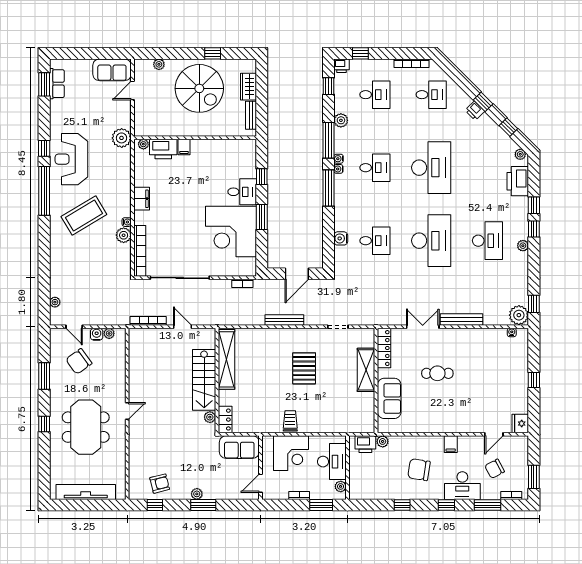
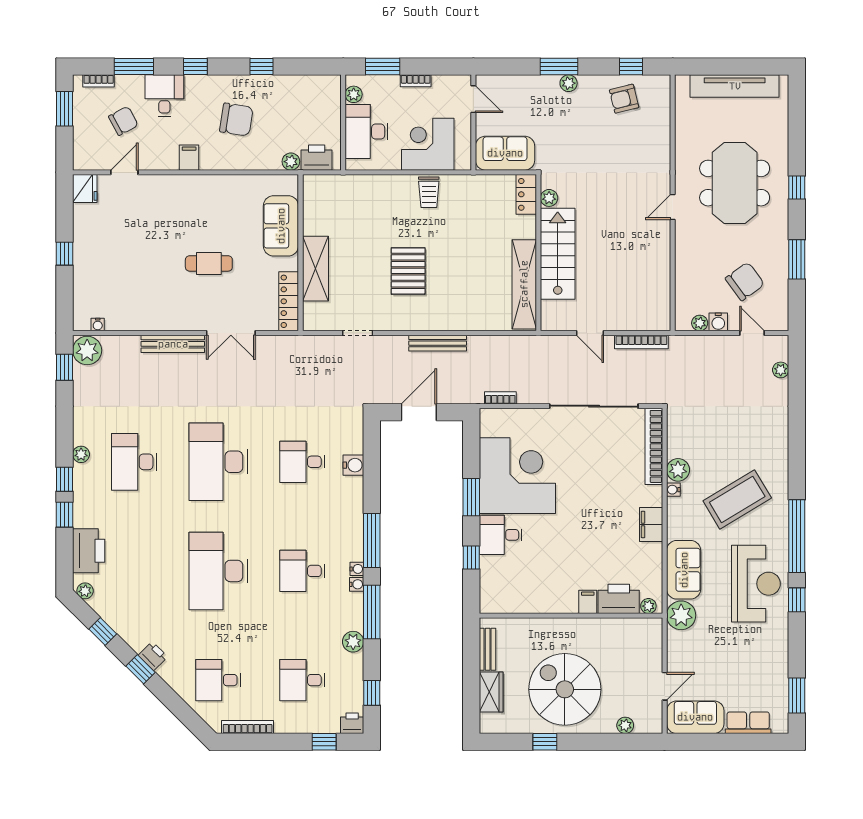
row of seats: (57, 84) -> (748, 723), moved, turned 90
sofa: (120, 168) -> (684, 570), added
door: (260, 483) -> (473, 99), hinge flipped
desk: (462, 486) -> (164, 96), width x0.73

